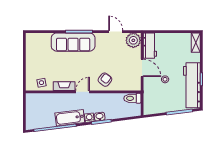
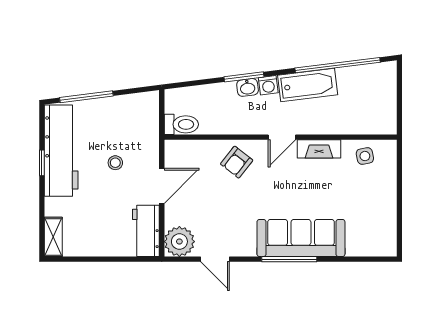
door: (142, 68) -> (162, 186), swing flipped

